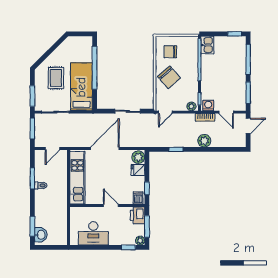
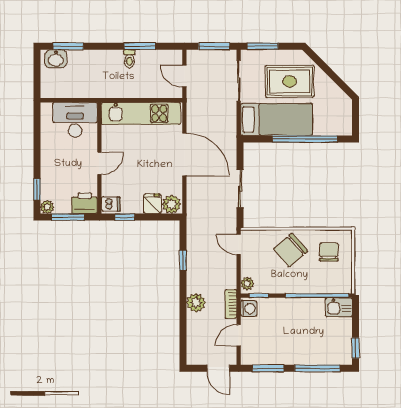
rug: (56, 78) -> (290, 81), width x1.36, depth x1.43
desk: (93, 233) -> (75, 120), moved, turned 90

